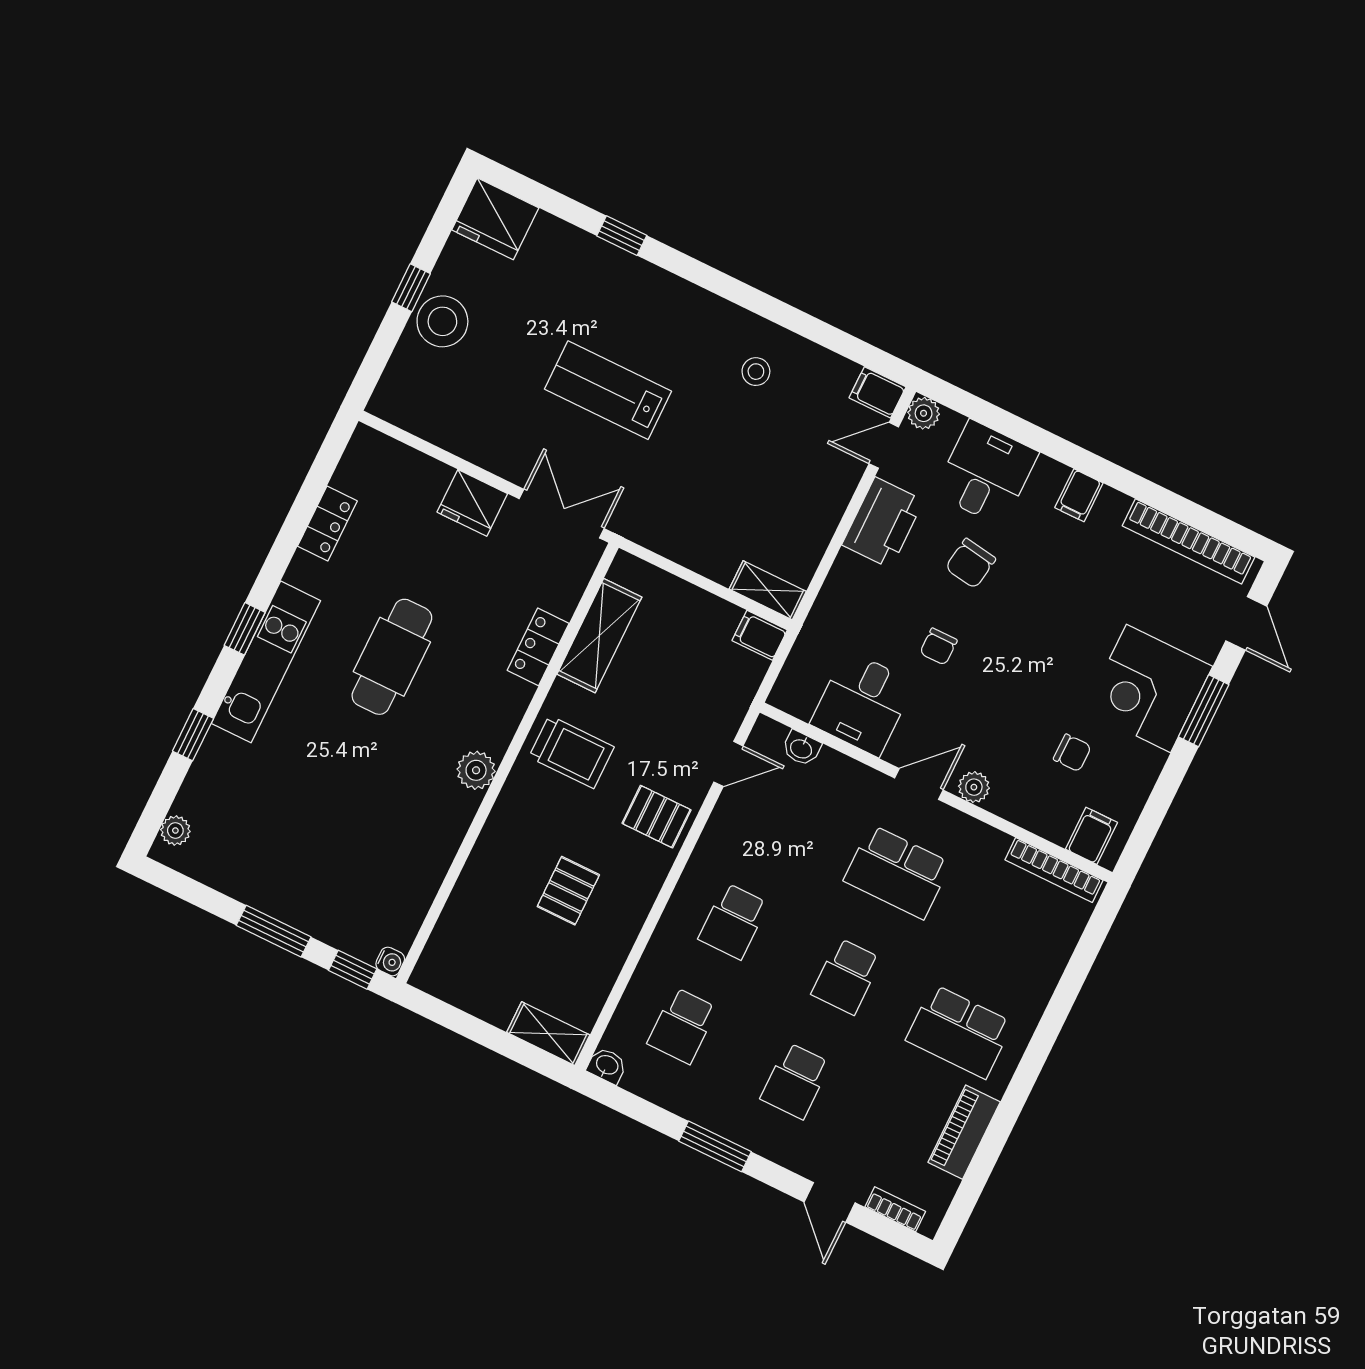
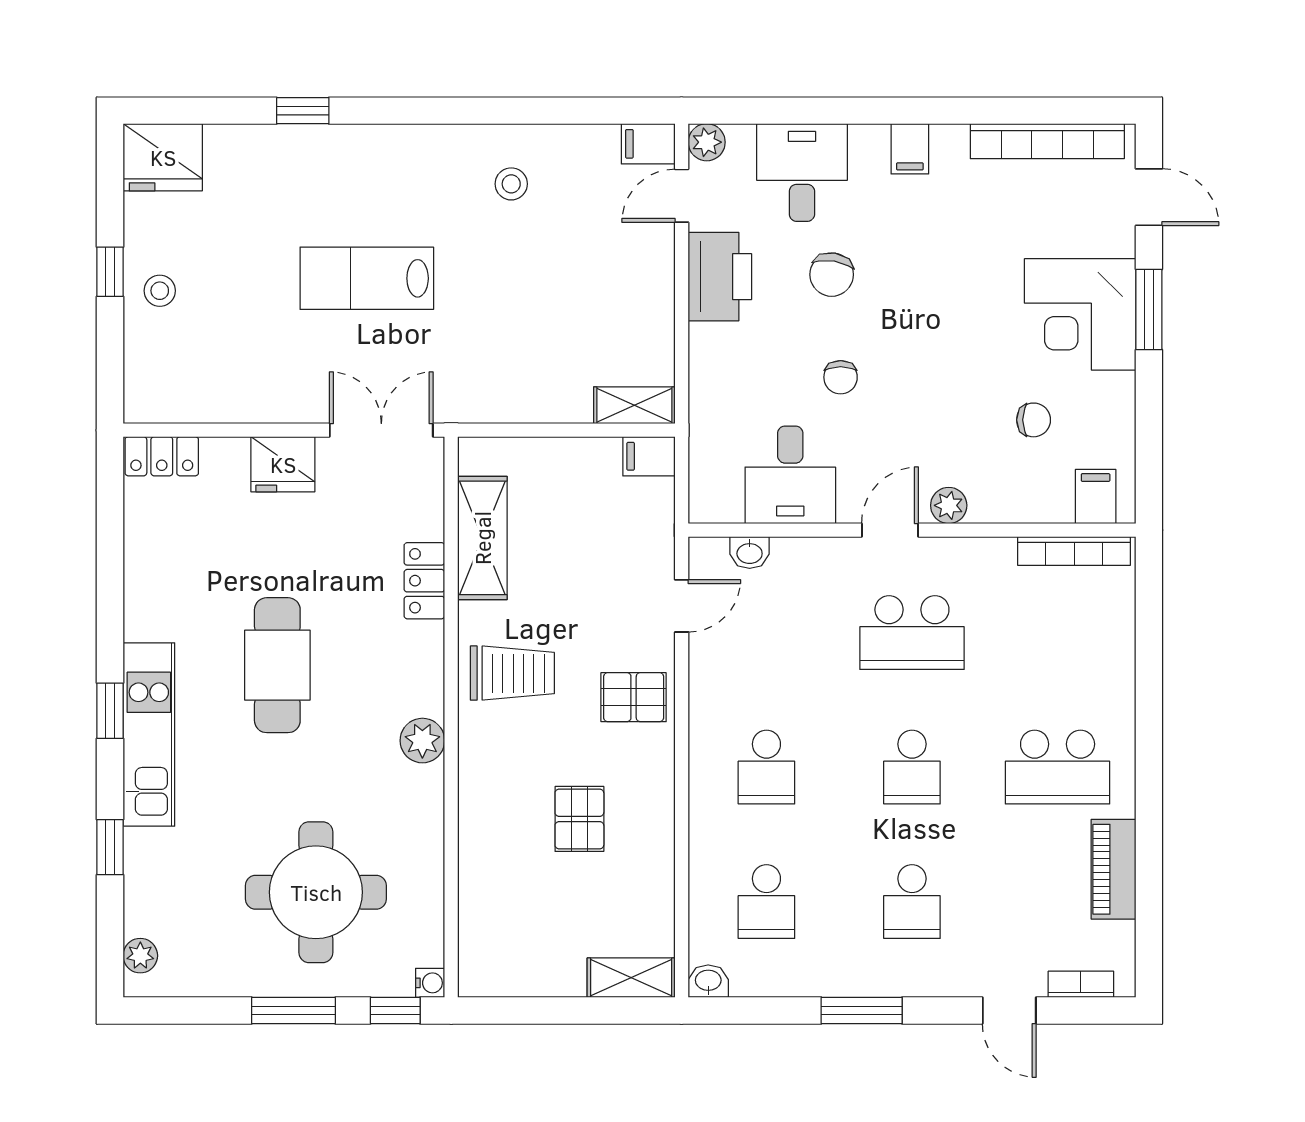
stool: (442, 321) -> (160, 291), width x0.53, depth x0.53
locker: (327, 524) -> (162, 456), moved, turned 90
round table: (336, 848) -> (316, 892), added

